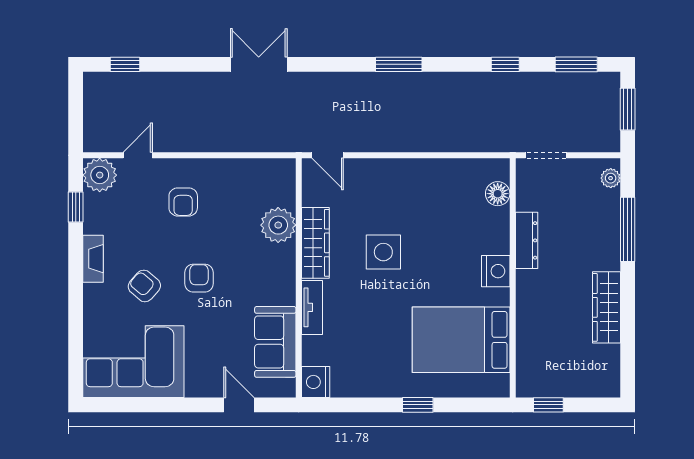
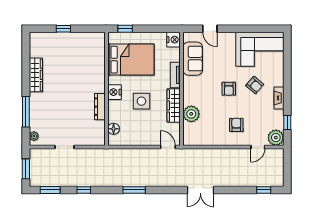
floor lamp: (498, 194) -> (114, 129), moved
dresser: (527, 240) -> (100, 107), moved
nightstand: (496, 271) -> (114, 92), moved
wall: (513, 278) -> (106, 89), moved
bed: (461, 340) -> (131, 60), moved

